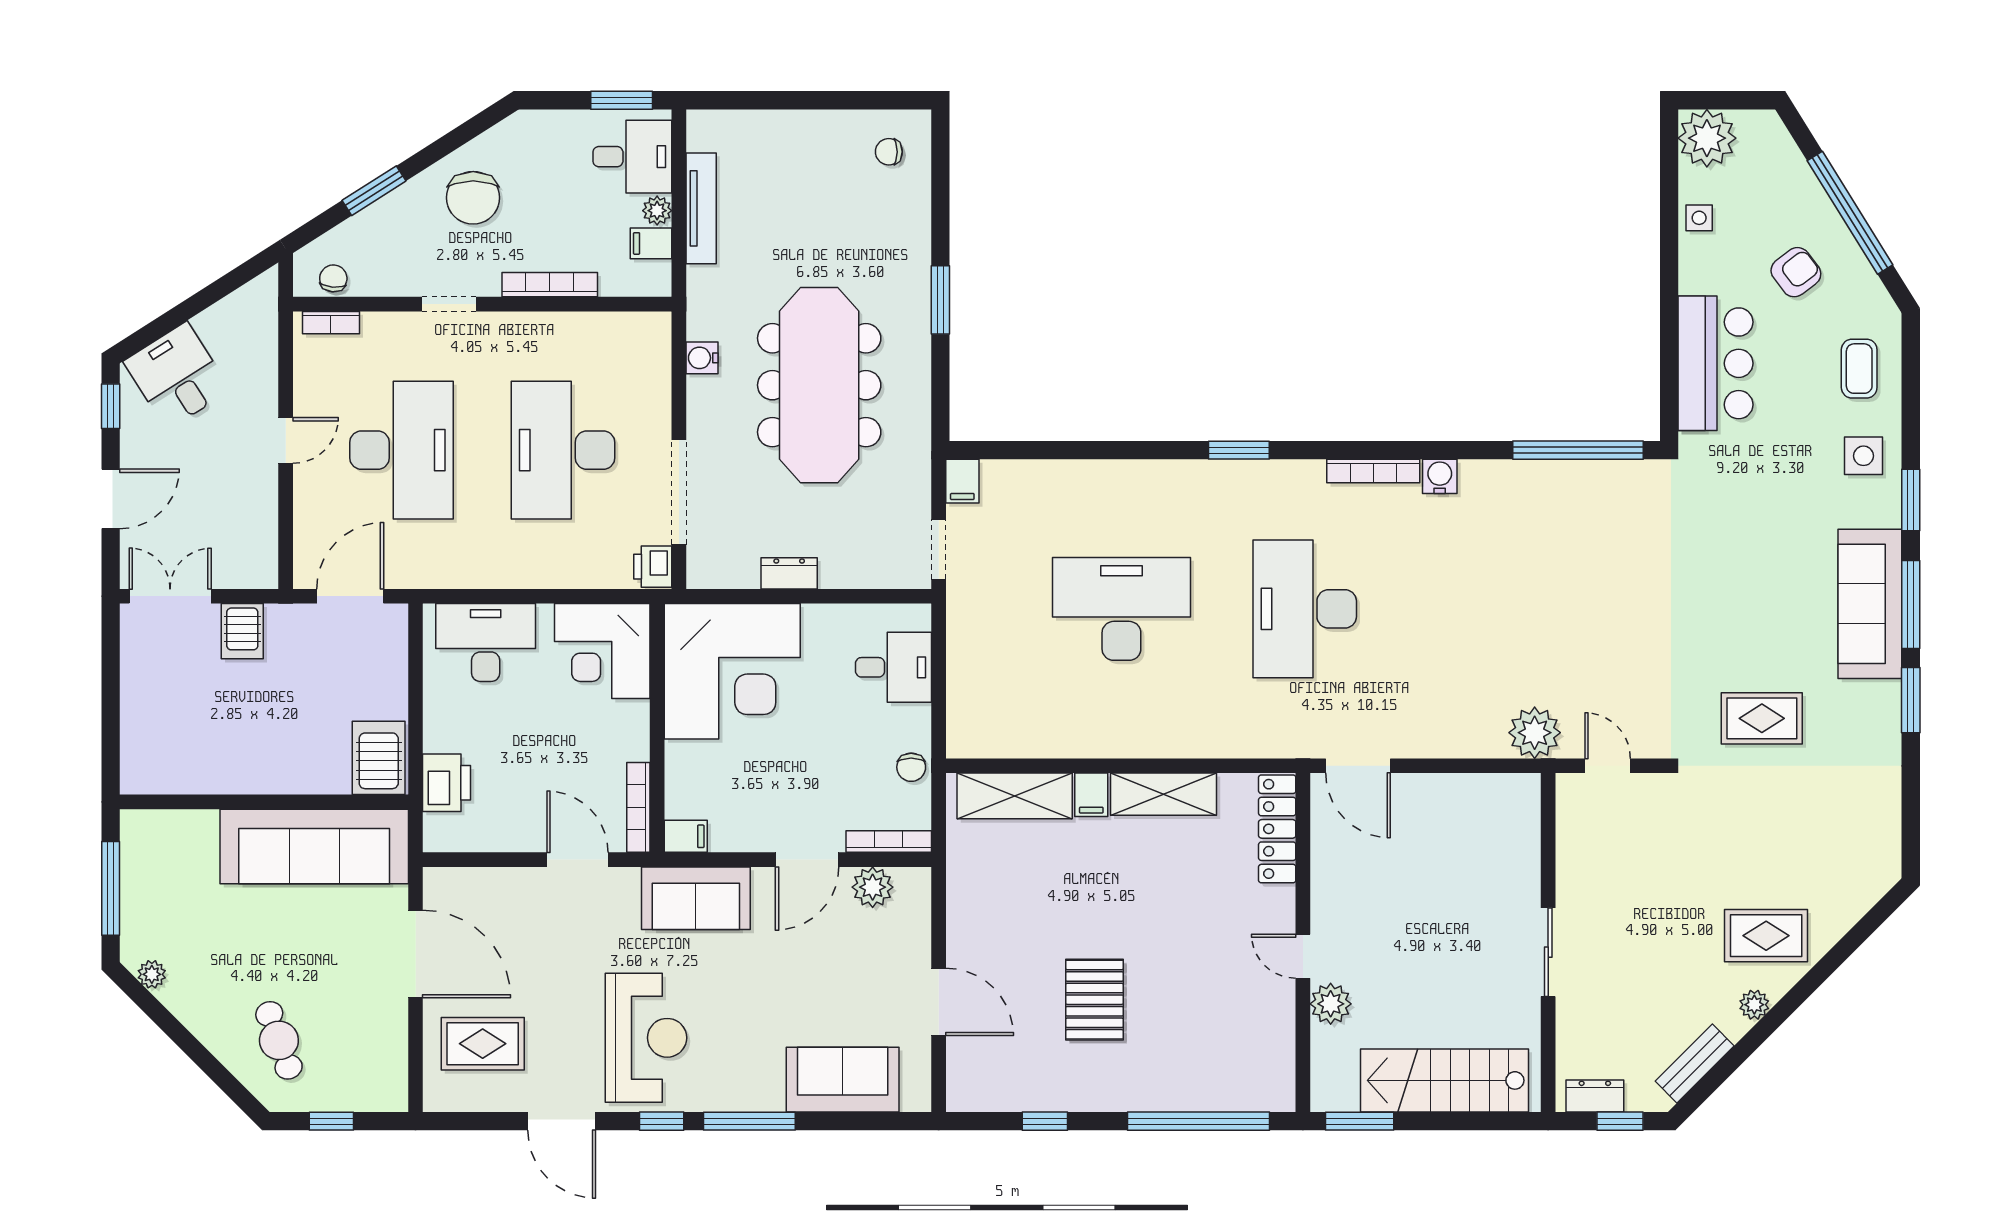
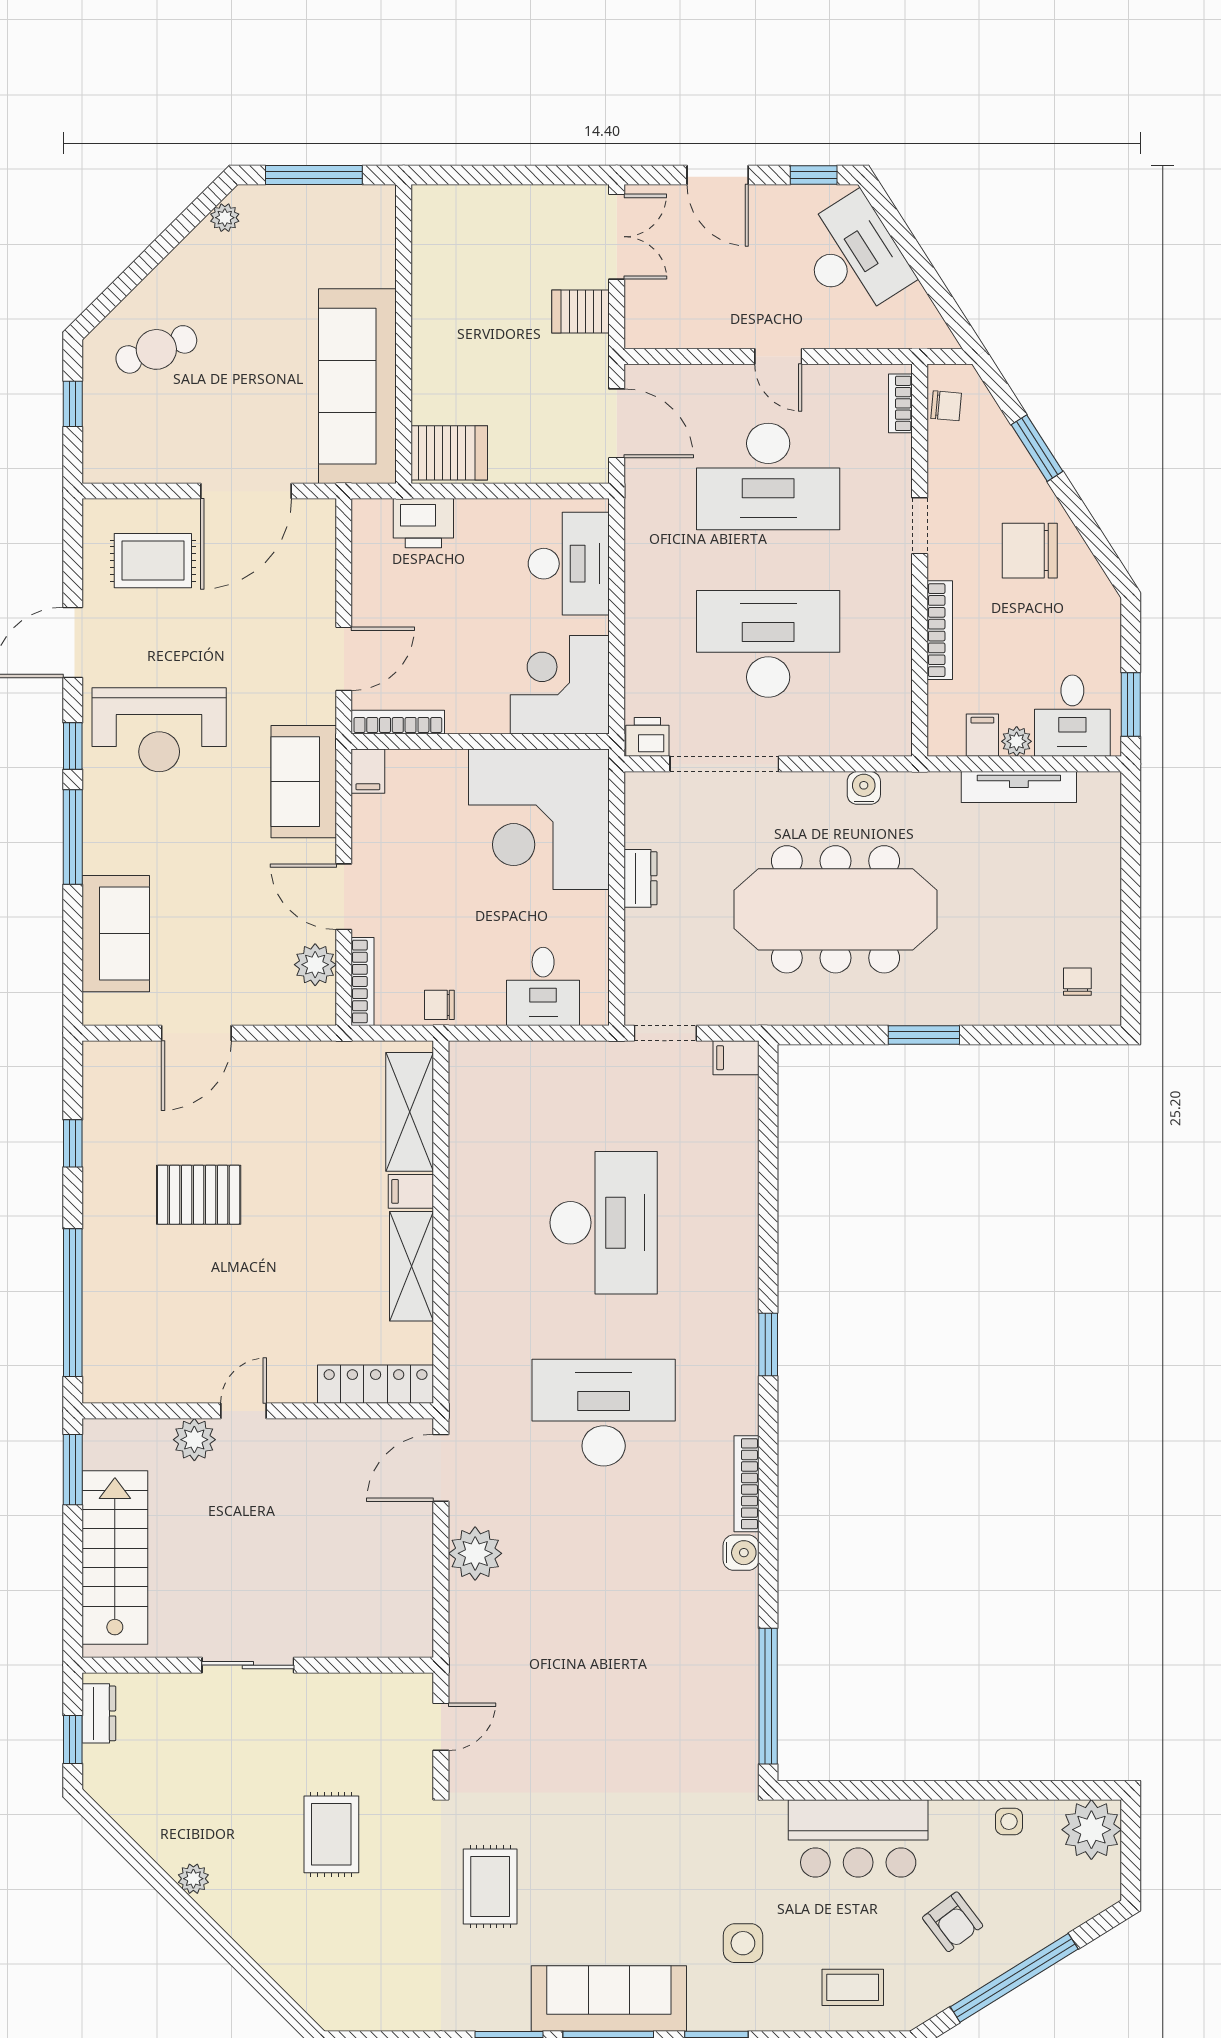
desk: (177, 376) -> (853, 256), width x1.37
side table: (1863, 456) -> (743, 1943), moved
plant: (1535, 733) -> (475, 1553), moved
rug: (1766, 936) -> (331, 1834), moved
rug: (483, 1044) -> (153, 561), turned 90
bench: (1695, 1064) -> (132, 1817), removed

